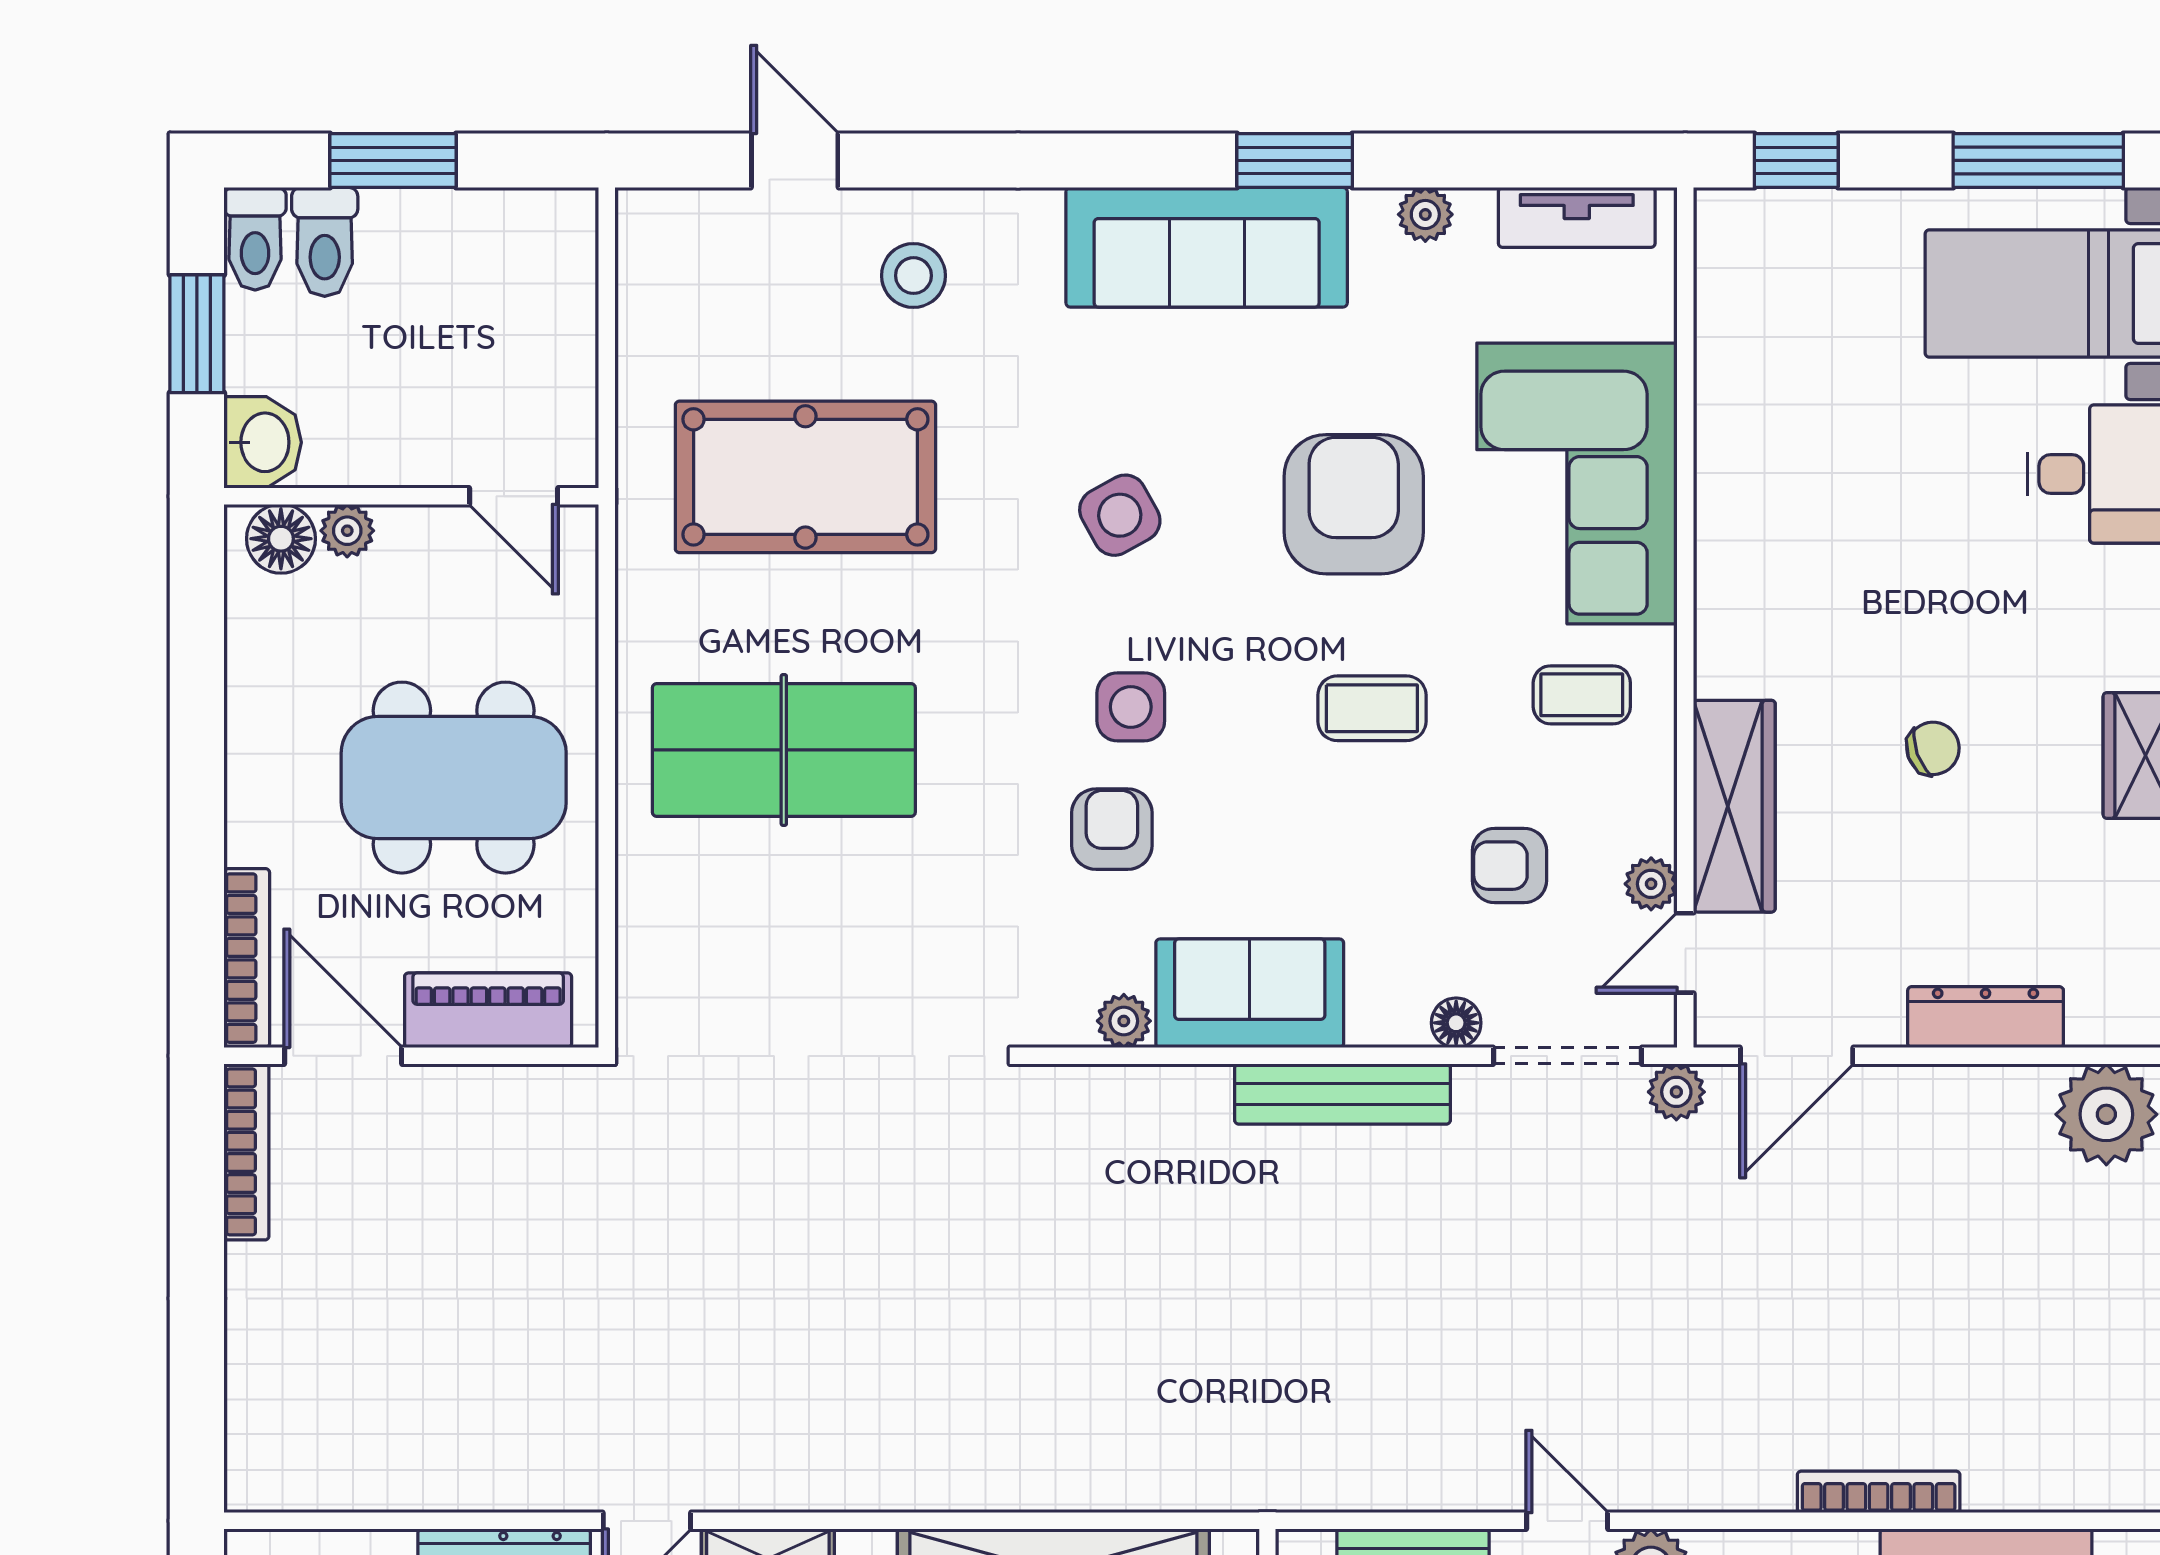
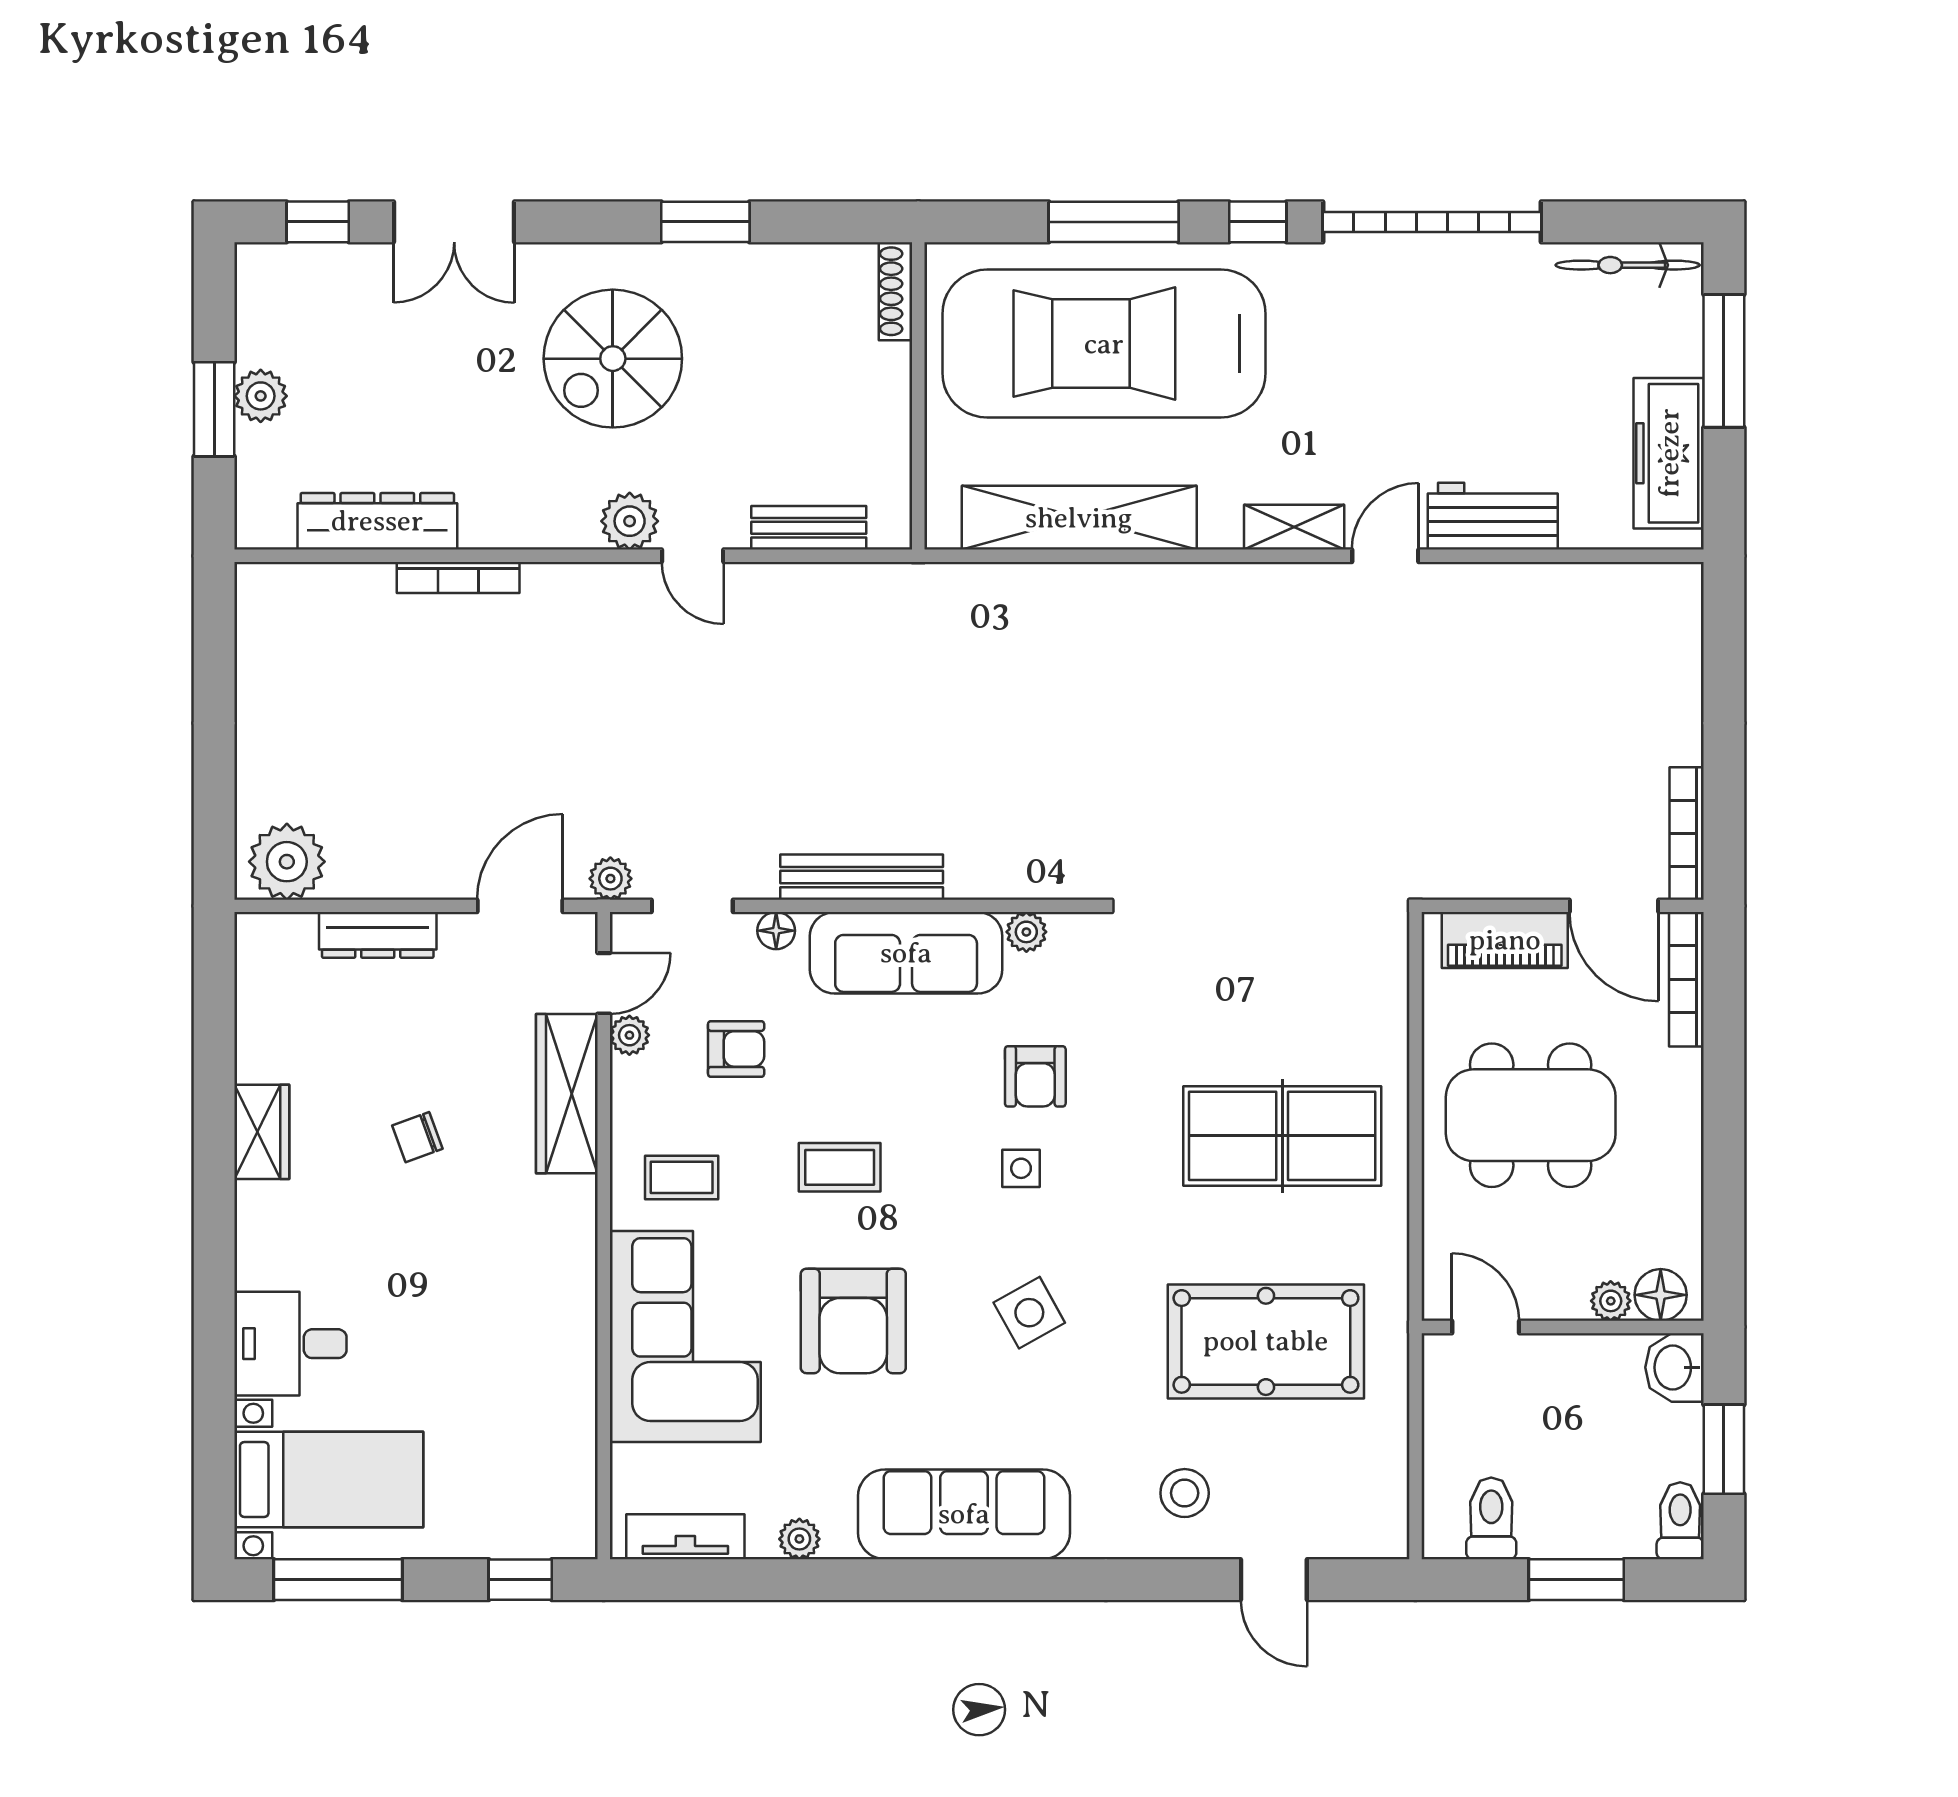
window: (1295, 160) -> (898, 1580), removed
toilet: (325, 242) -> (1491, 1518), moved
side table: (1131, 707) -> (1021, 1168), width x0.73, depth x0.73
sofa: (1250, 993) -> (906, 953), width x1.36
doorway: (1568, 1056) -> (692, 906), width x0.73

